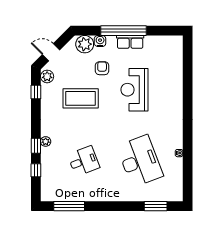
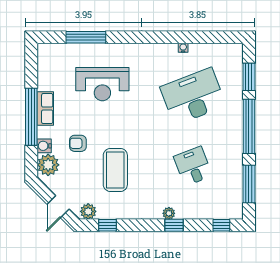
window: (188, 75) -> (86, 37), added
reception desk: (135, 90) -> (102, 84), moved
window: (36, 170) -> (221, 225), moved
window: (116, 206) -> (249, 126), added

